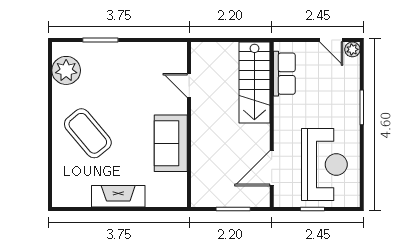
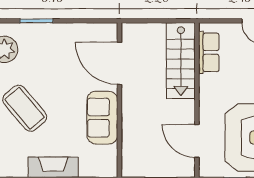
door: (189, 85) -> (119, 63), width x1.88
door: (272, 168) -> (197, 141), hinge flipped

